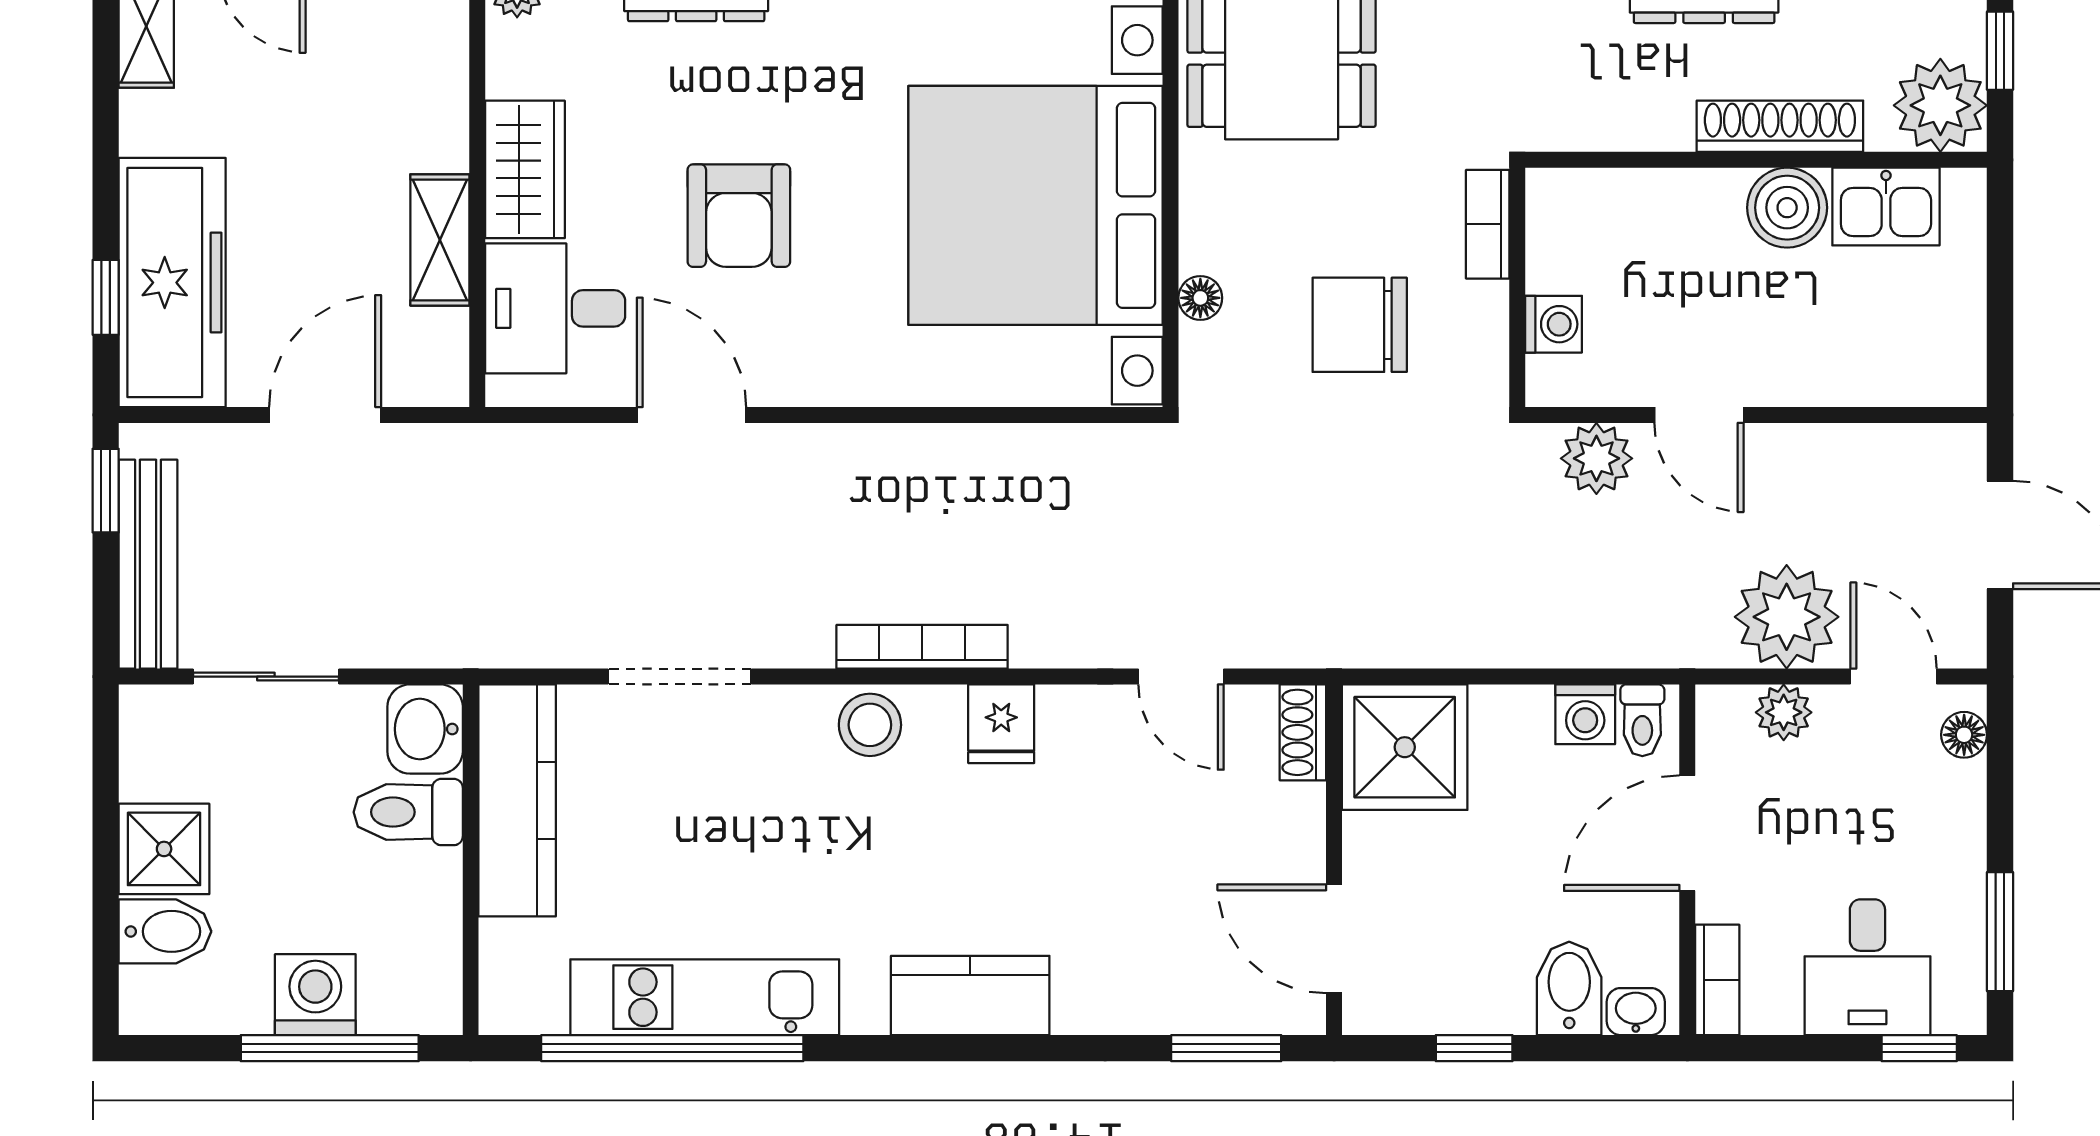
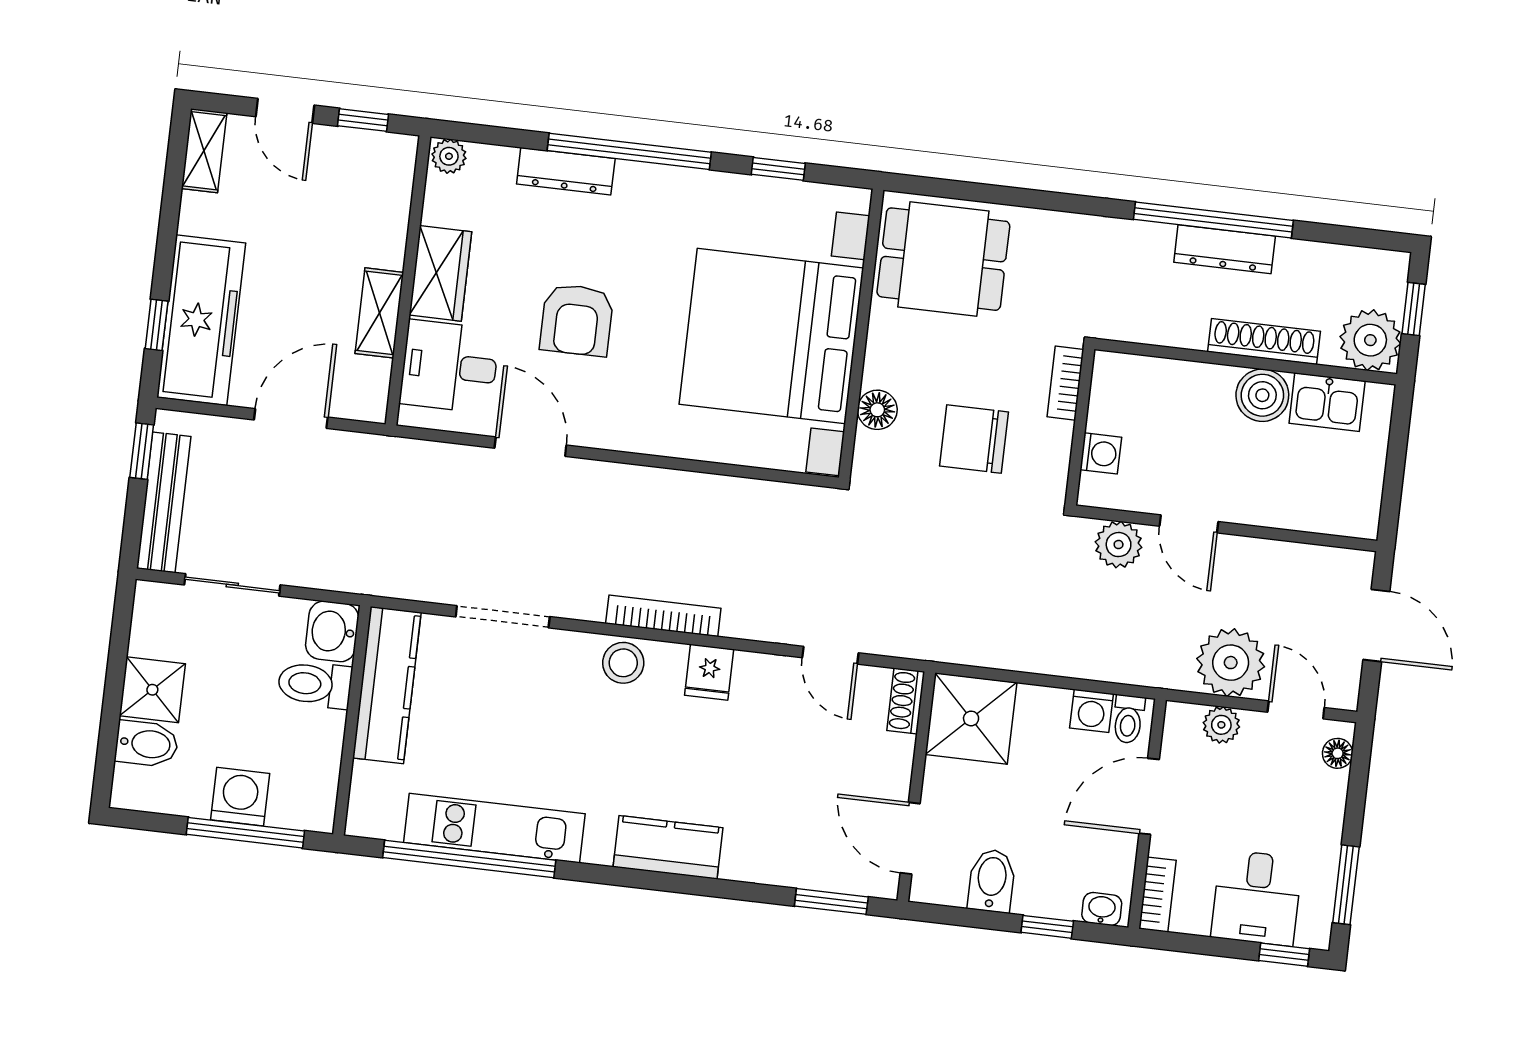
floor lamp: (1200, 298) -> (877, 410), width x1.37, depth x1.37
bidet: (1569, 988) -> (992, 881), moved
window: (1474, 1048) -> (1047, 927), moved

